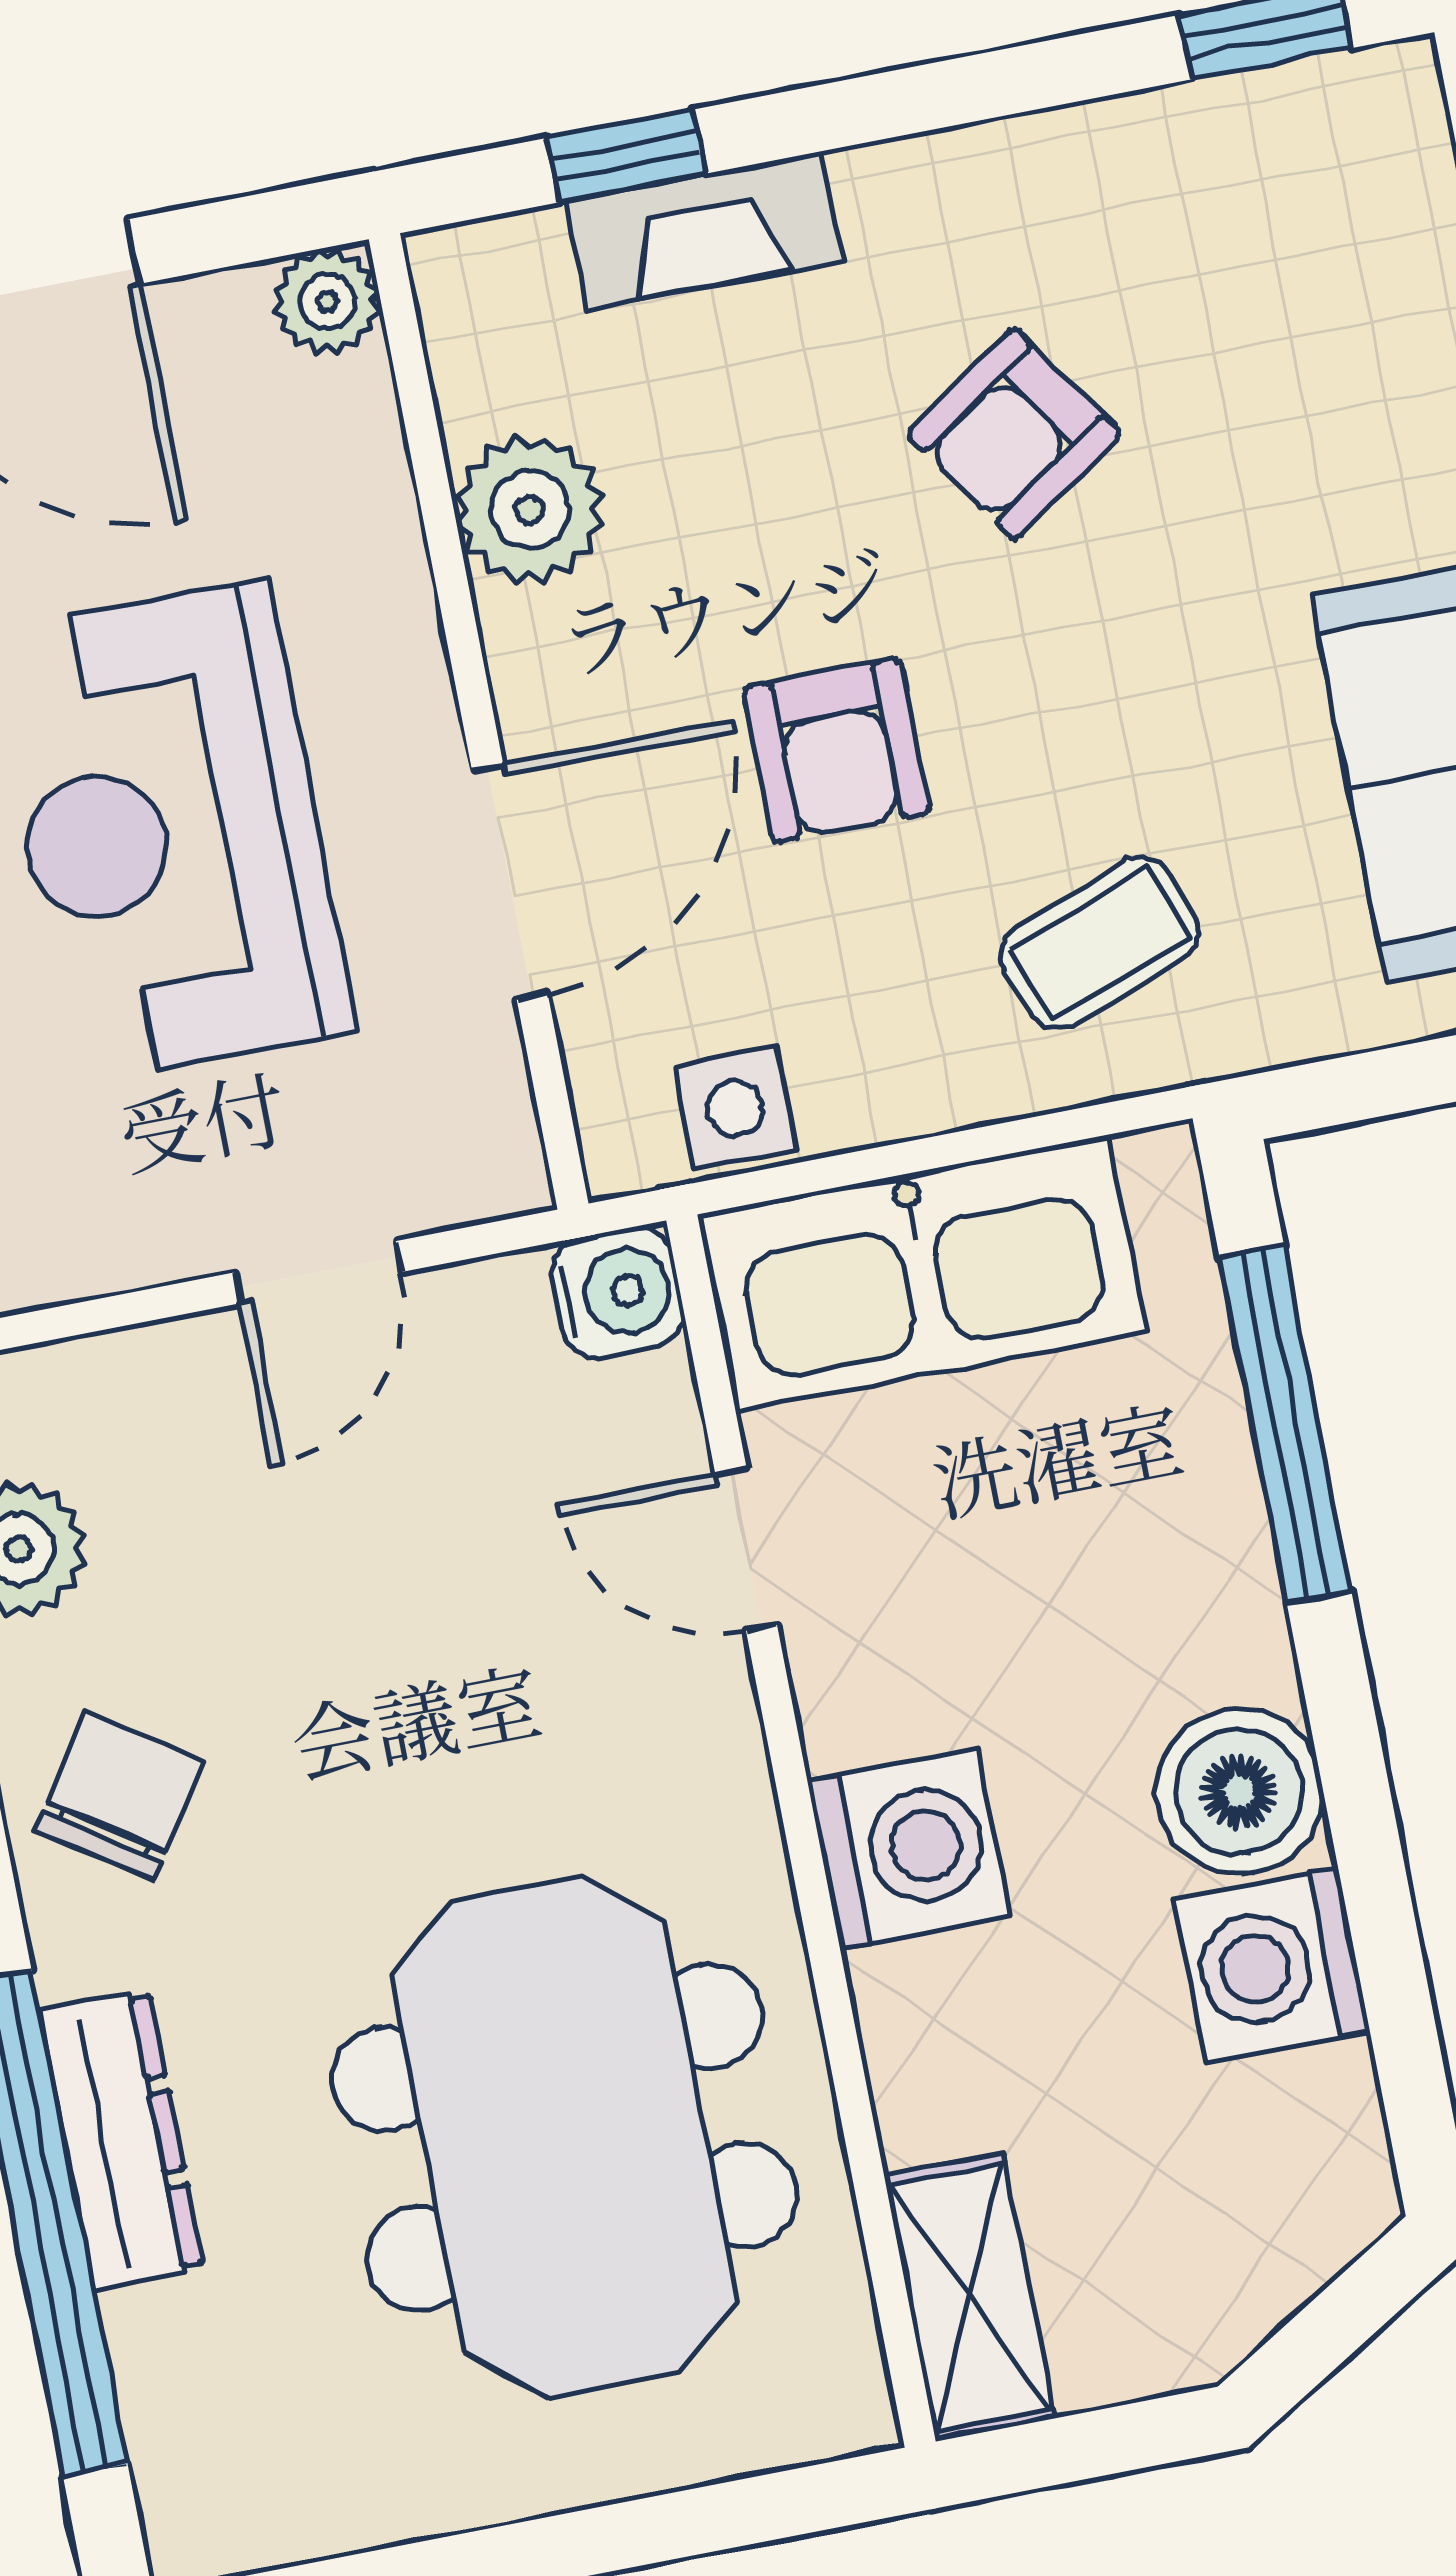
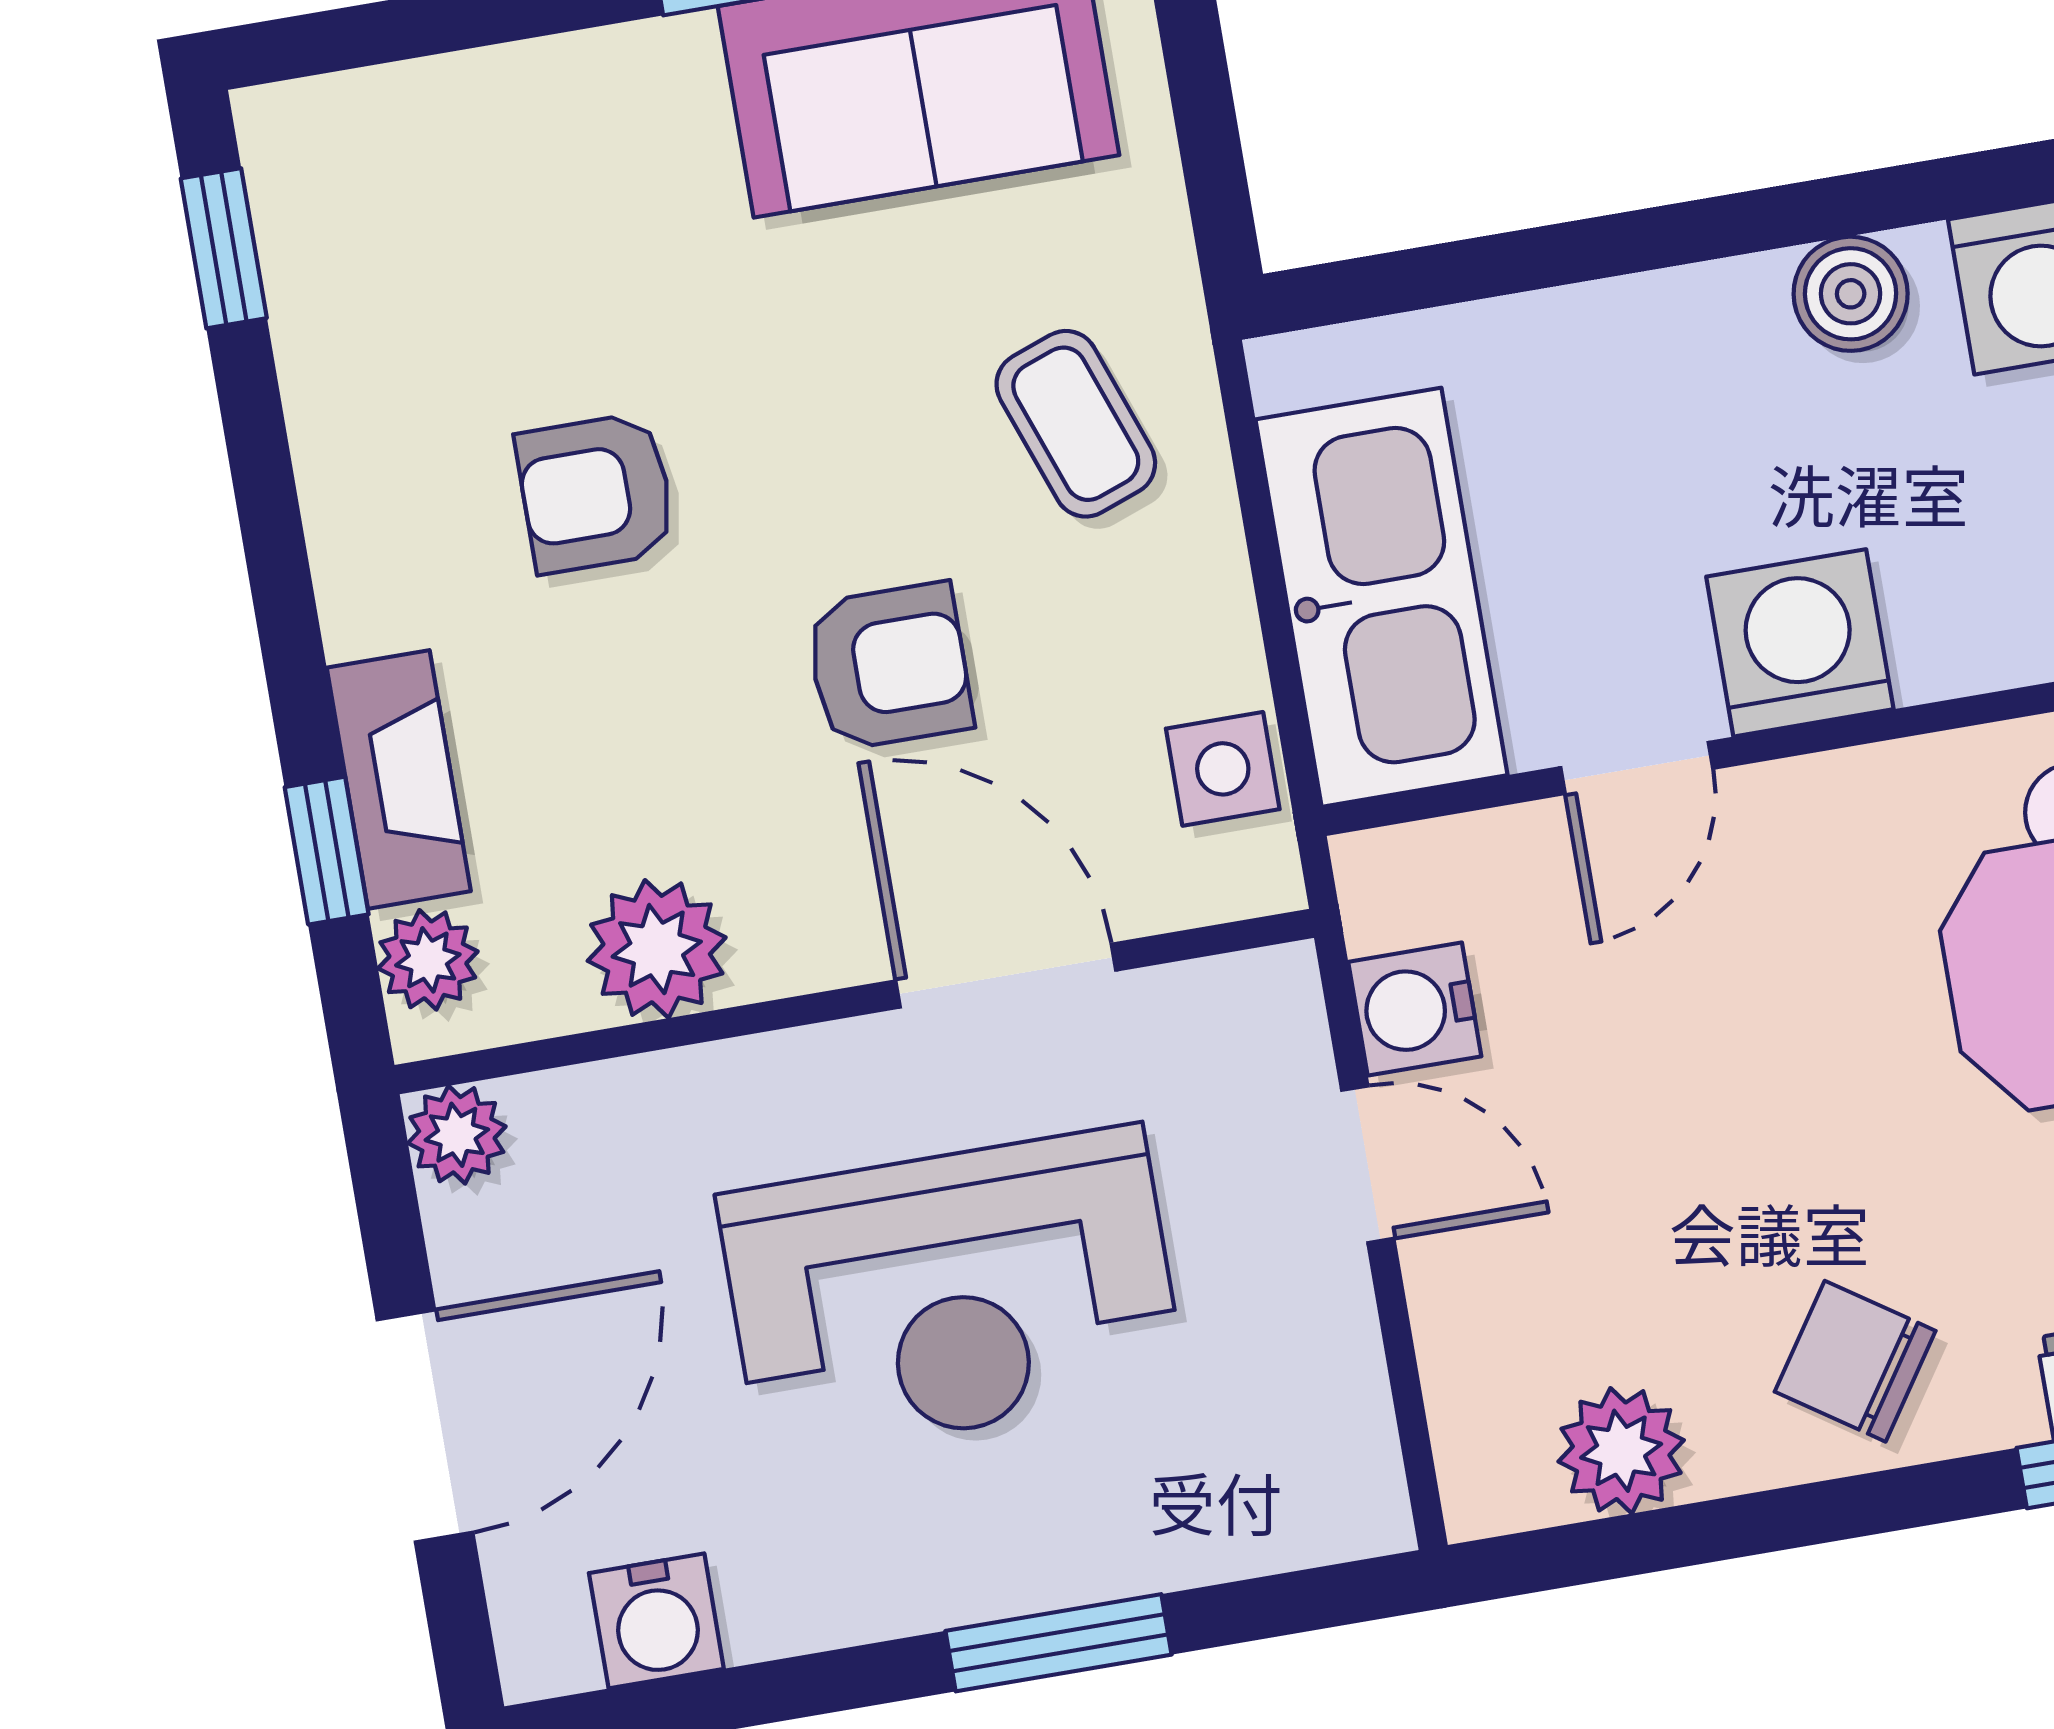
plant: (513, 266) -> (428, 960), added
armchair: (1014, 434) -> (596, 493), turned 124
water cooler: (618, 1293) -> (1415, 1009), moved, turned -90
window: (1285, 1424) -> (1531, 259), removed
boiler: (1239, 1791) -> (1851, 294), width x0.73, depth x0.73
washing machine: (908, 1848) -> (1800, 643), moved

